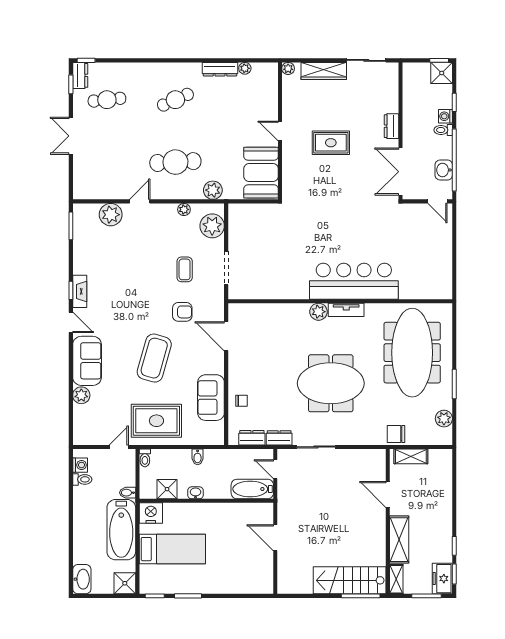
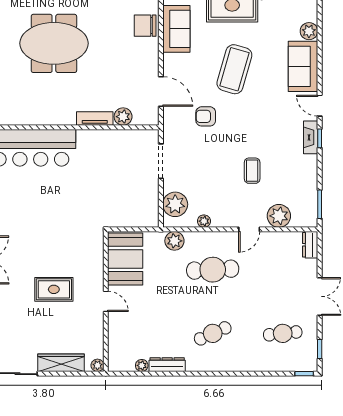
dresser: (80, 75) -> (310, 245), moved
coffee table: (185, 269) -> (252, 171), moved
tv unit: (346, 310) -> (95, 118), moved
plant: (318, 312) -> (123, 117), moved
chair: (242, 401) -> (145, 26), width x1.87, depth x1.87

